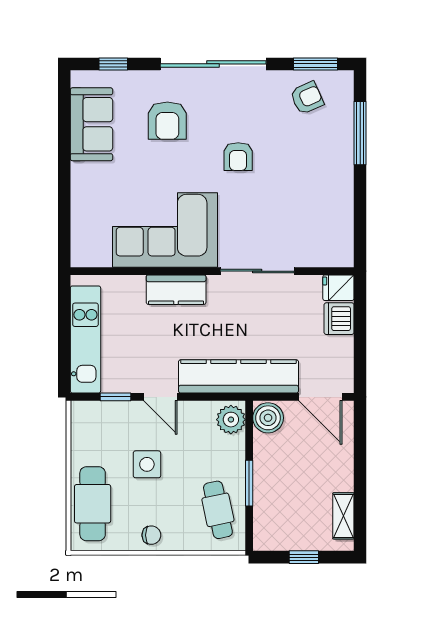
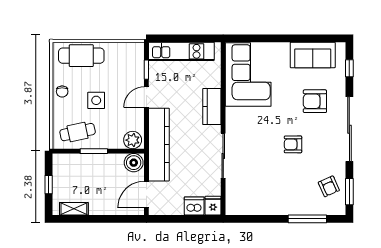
corner sofa: (165, 230) -> (248, 74), moved
side table: (147, 464) -> (96, 100), moved

